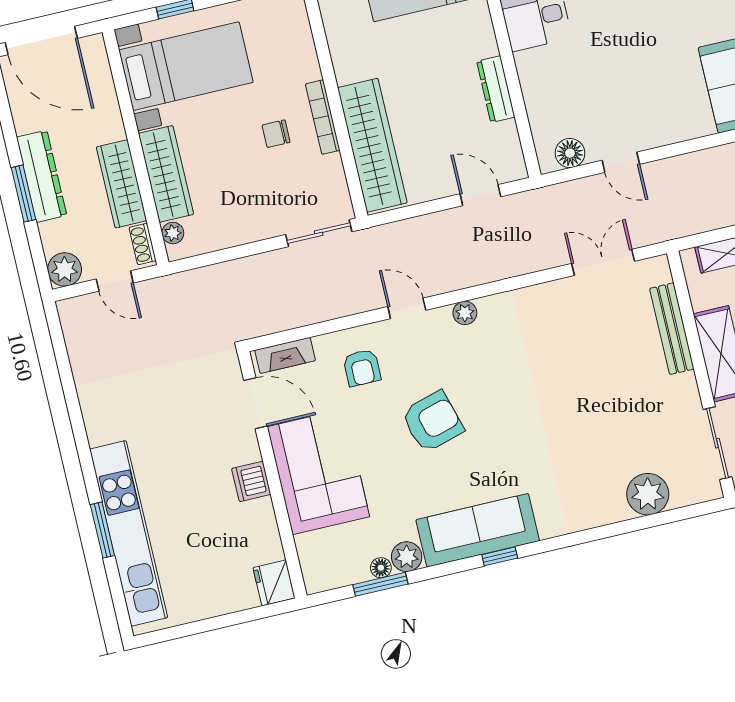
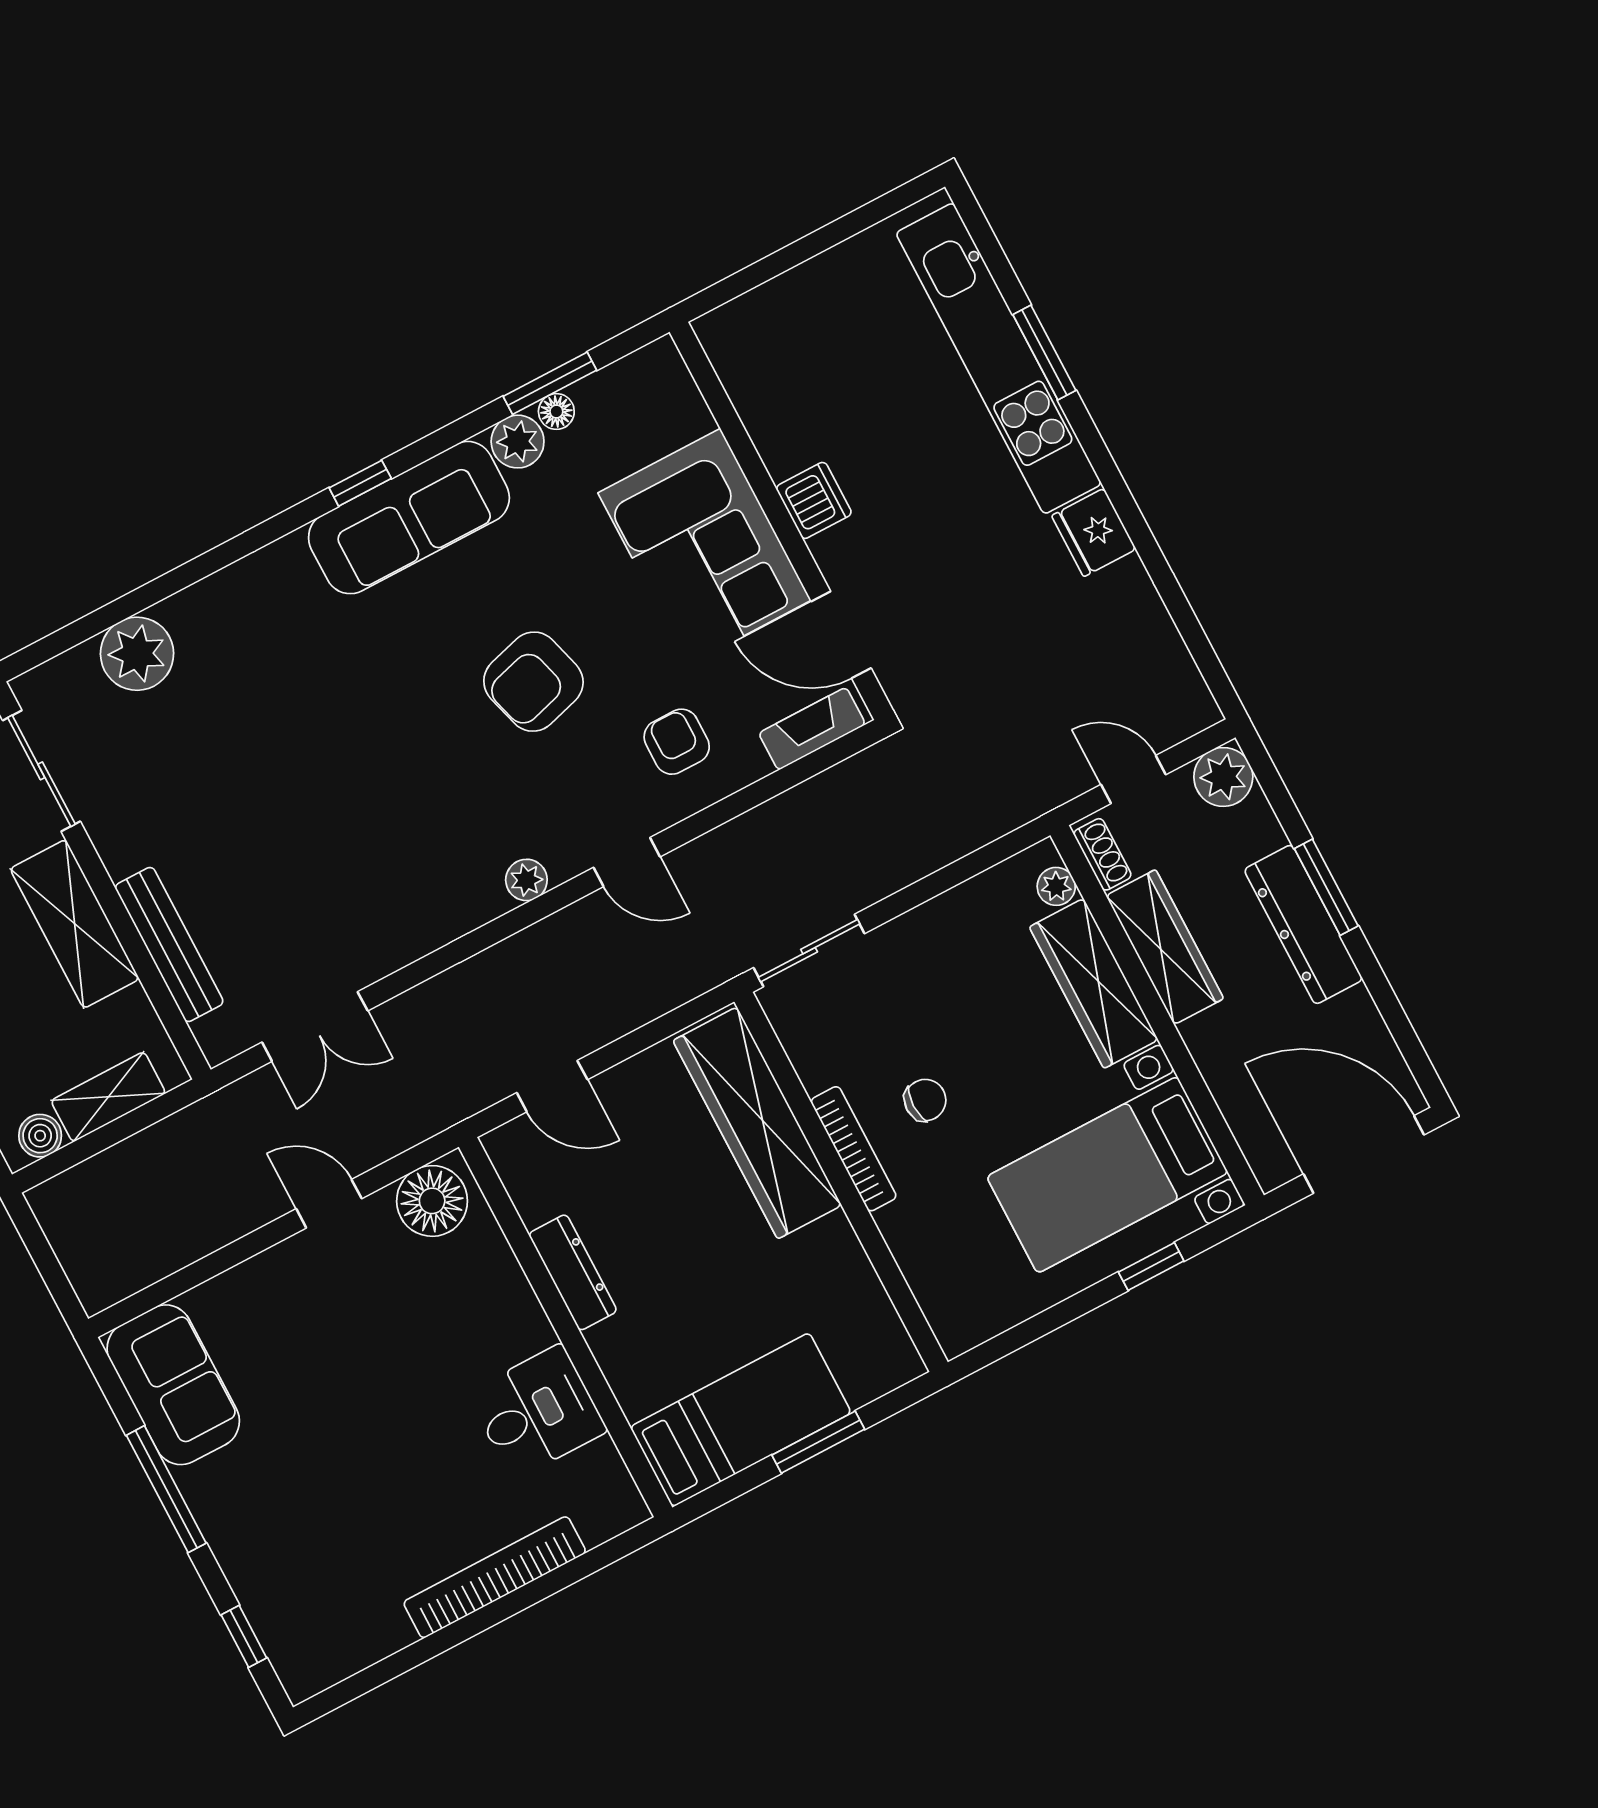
floor lamp: (570, 153) -> (432, 1201), width x1.38, depth x1.38
fridge: (274, 583) -> (1094, 532), moved, turned 180

